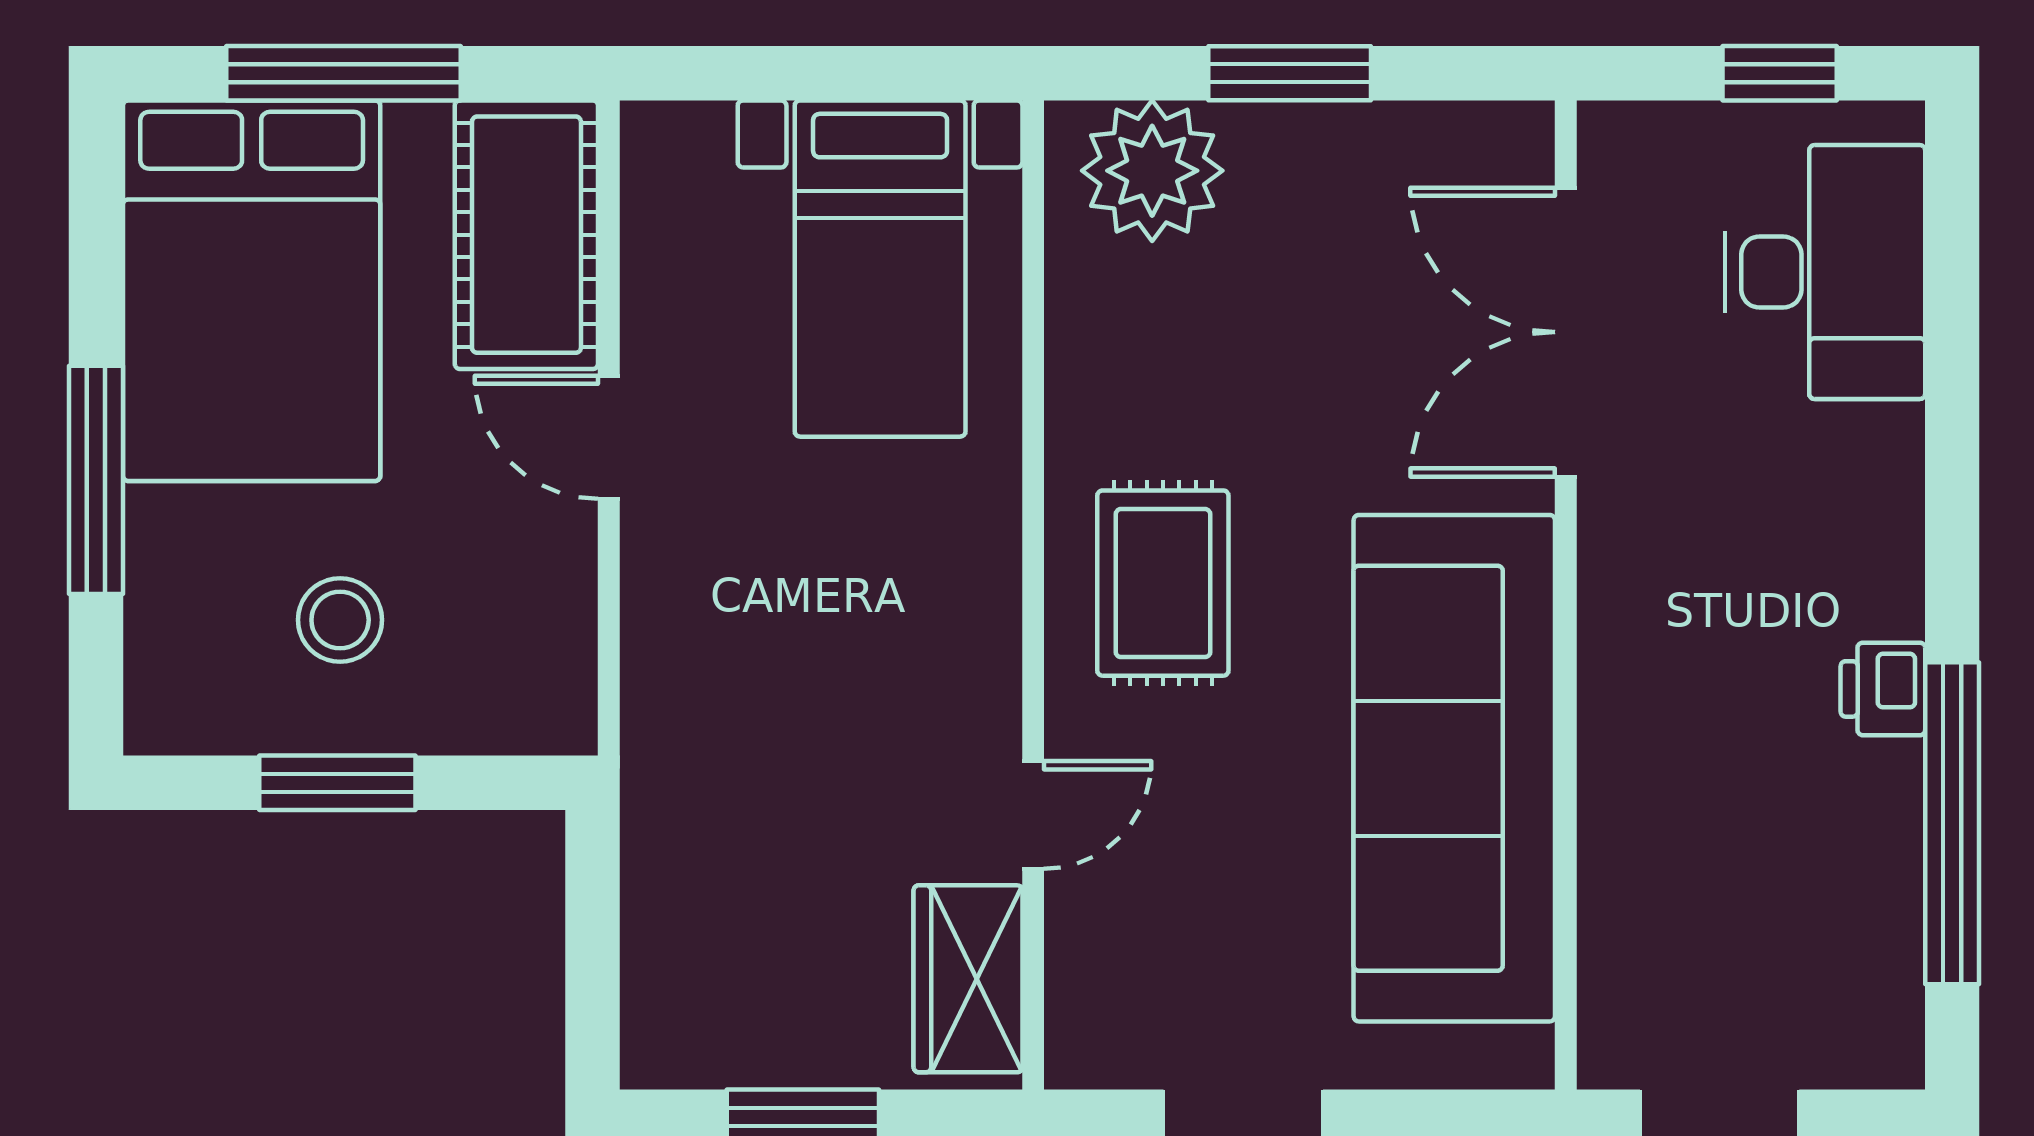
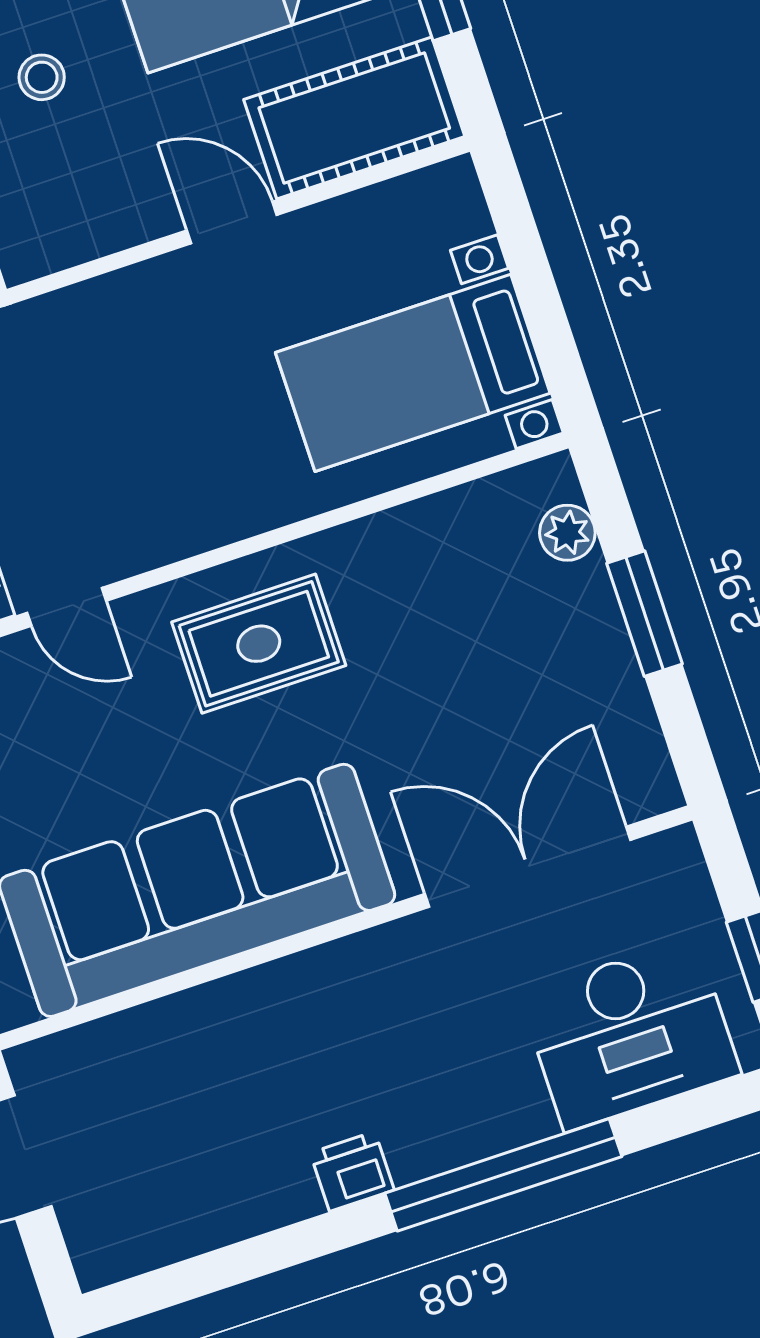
plant: (1152, 171) -> (567, 533), width x0.53, depth x0.53
door: (609, 437) -> (232, 223), hinge flipped
stool: (340, 620) -> (42, 77), width x0.73, depth x0.73
window: (1952, 823) -> (503, 1175), moved

